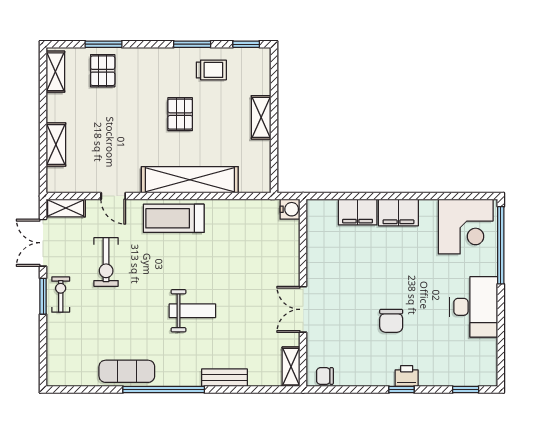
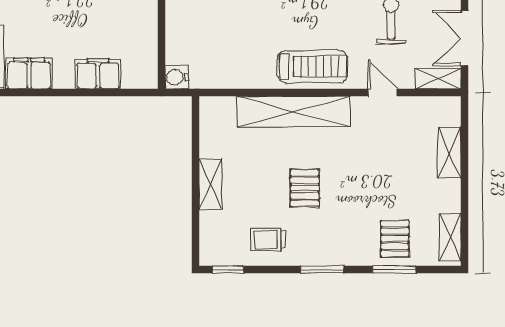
window: (192, 44) -> (322, 269), moved
filing cabinet: (398, 213) -> (29, 73), moved
double door: (43, 243) -> (464, 38), swing flipped

